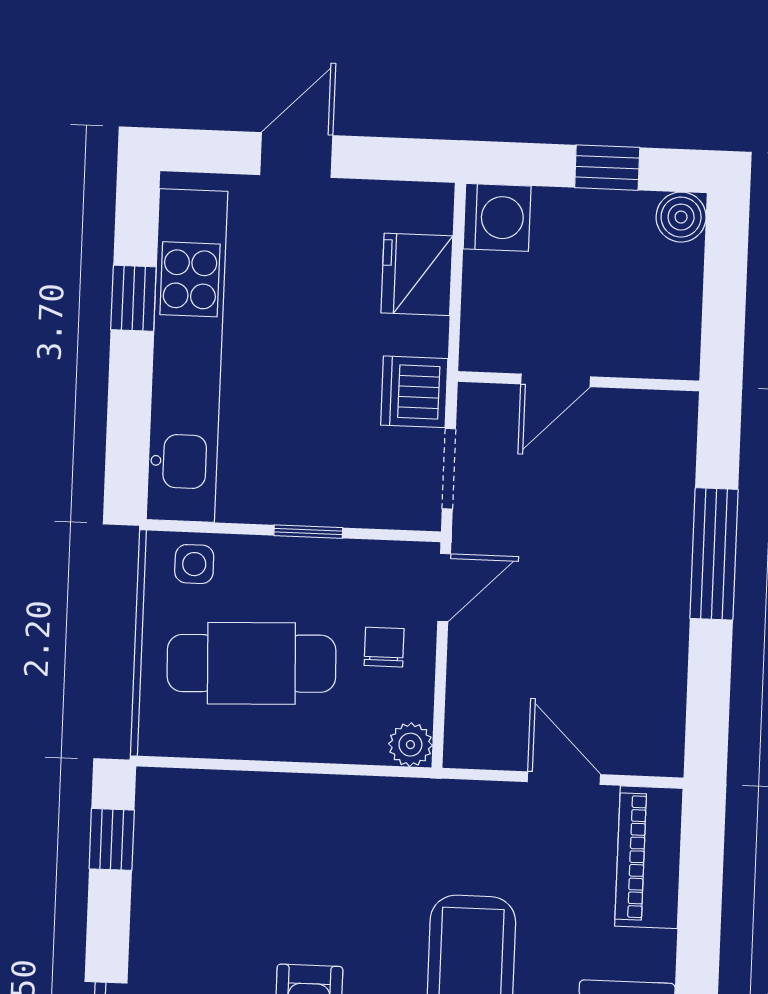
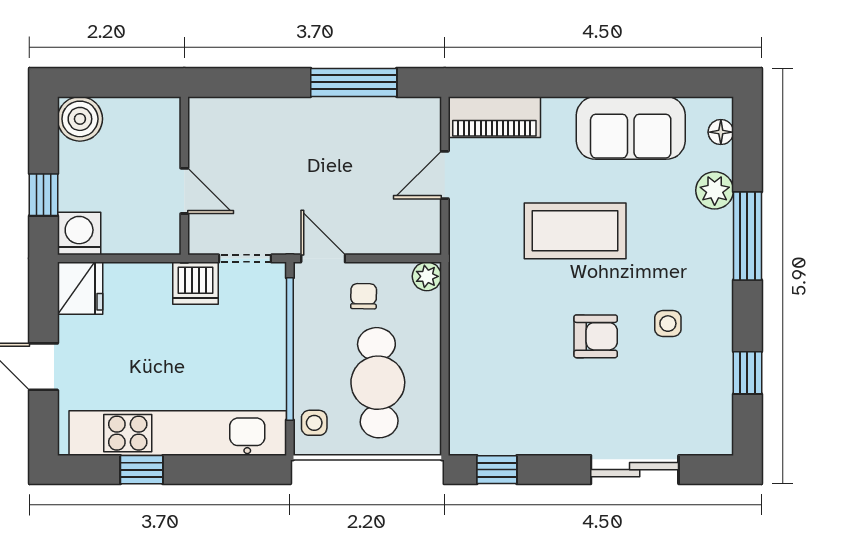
window: (607, 168) -> (43, 195), moved
boiler: (681, 217) -> (80, 119), width x1.36, depth x1.36
fridge: (417, 274) -> (80, 288), moved, turned -90
window: (308, 532) -> (290, 349), width x3.17
window: (714, 554) -> (354, 82), moved
chair: (384, 647) -> (364, 296), turned 91

